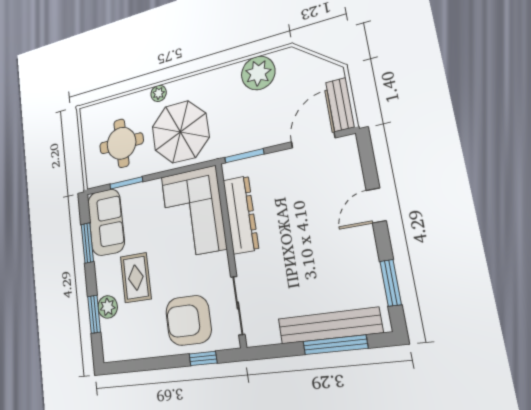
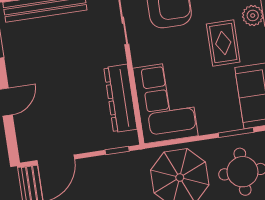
window: (244, 156) -> (117, 151), width x0.67

